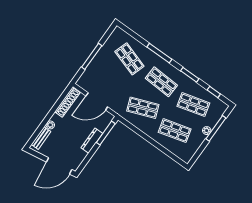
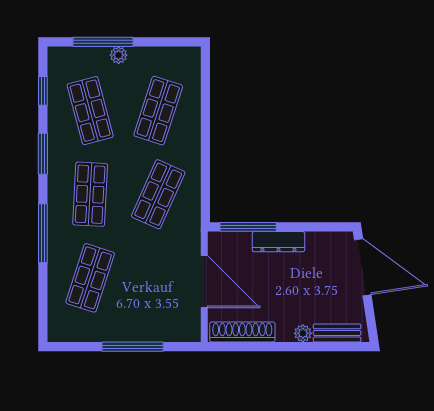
shop shelf: (143, 108) -> (158, 194), turned 45
shop shelf: (175, 131) -> (158, 111), turned 33

